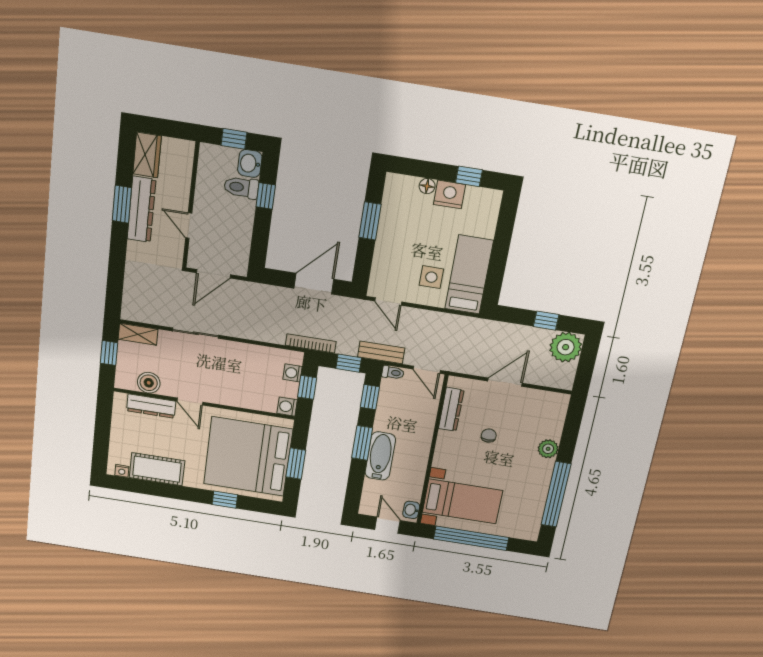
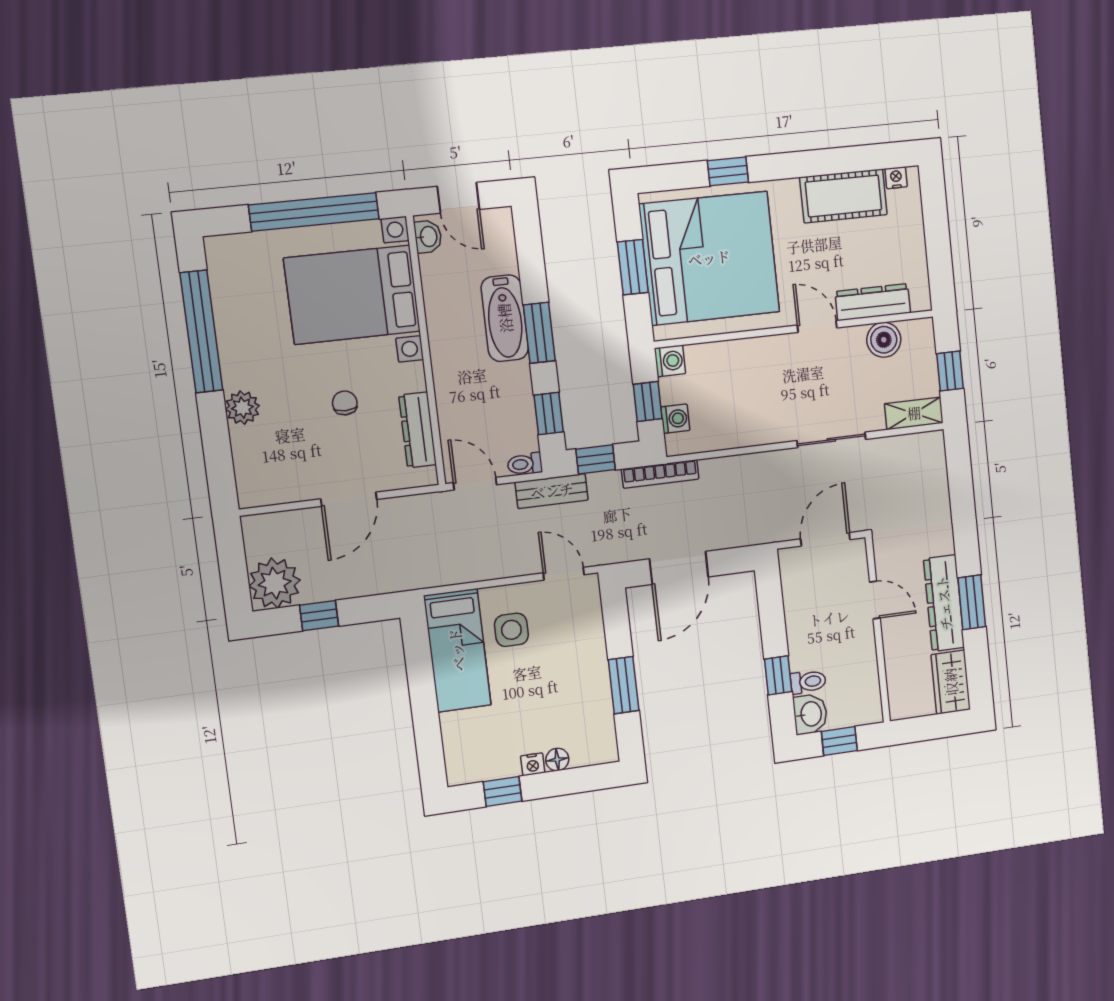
toilet: (241, 187) -> (808, 682), width x0.73, depth x0.72
nightstand: (449, 194) -> (533, 764), width x0.53, depth x0.56
chair: (489, 436) -> (345, 403), turned 180
bed with nightstands: (462, 501) -> (352, 295), width x1.36

